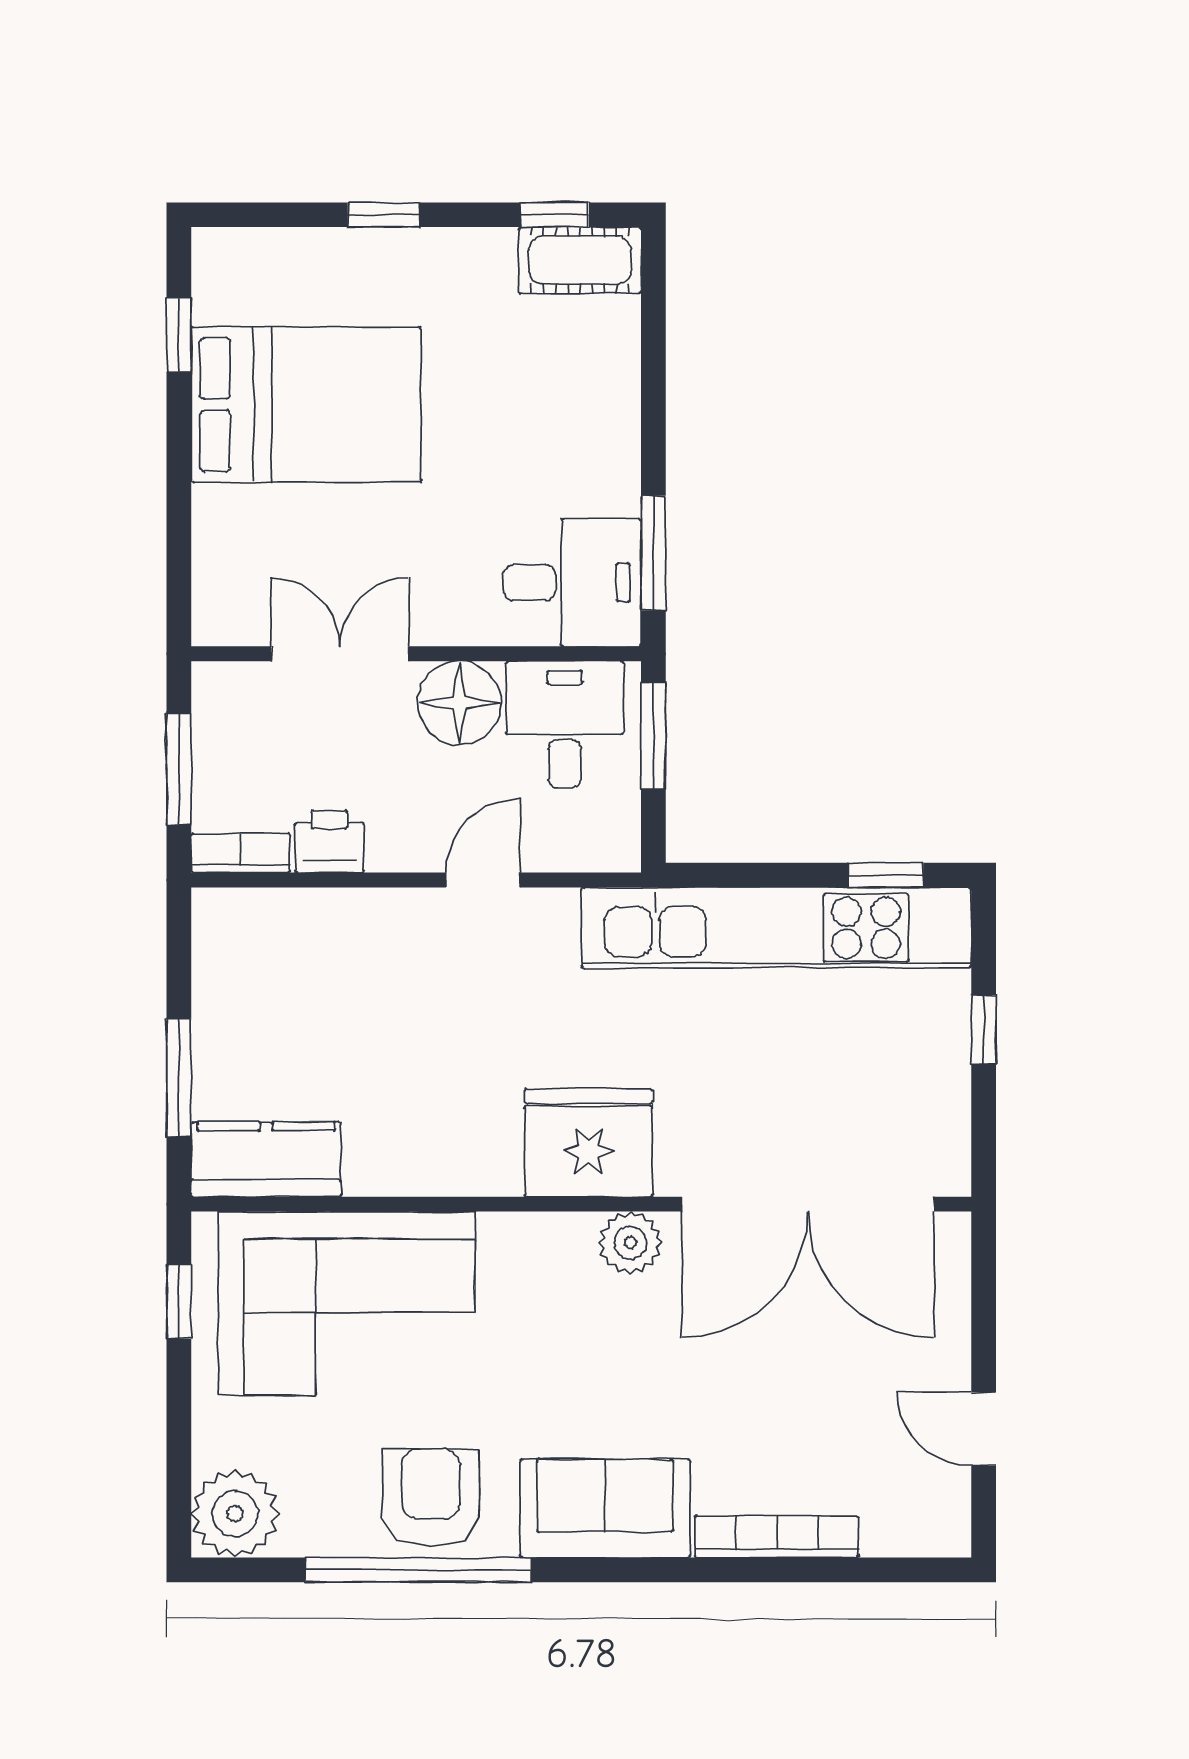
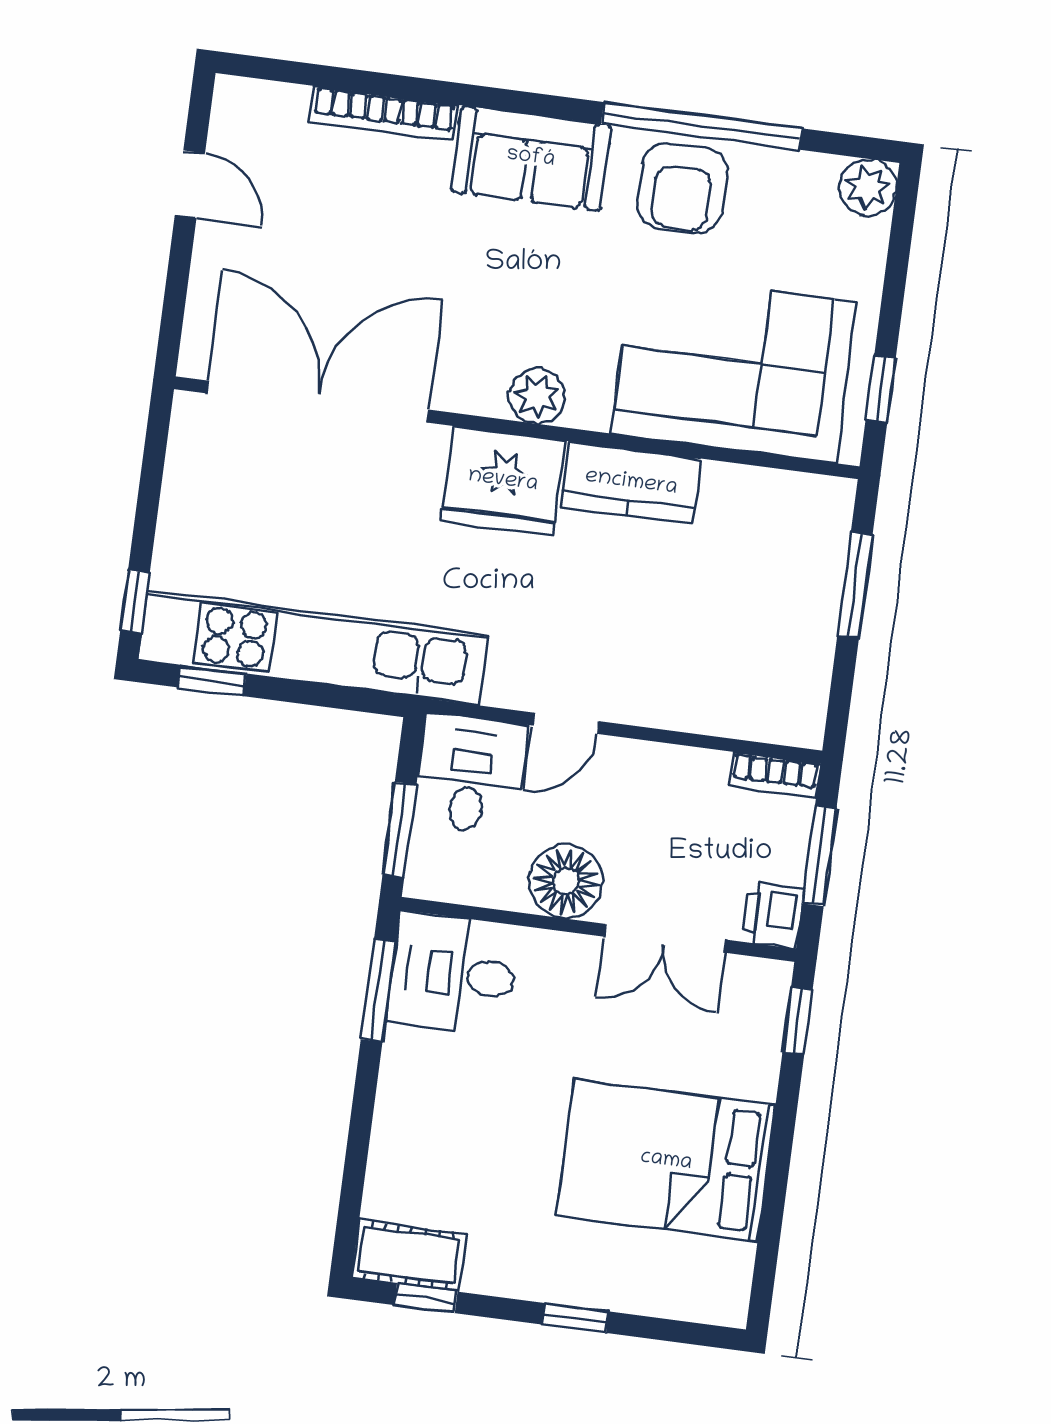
window: (179, 335) -> (798, 1021), moved
desk: (565, 725) -> (470, 774), moved, turned 180
printer: (329, 841) -> (773, 915), moved, turned 90
window: (984, 1030) -> (135, 602), moved
kitchen counter: (266, 1159) -> (631, 483), moved
plant: (630, 1243) -> (537, 396), moved
plant: (235, 1514) -> (868, 187), width x0.73, depth x0.73

